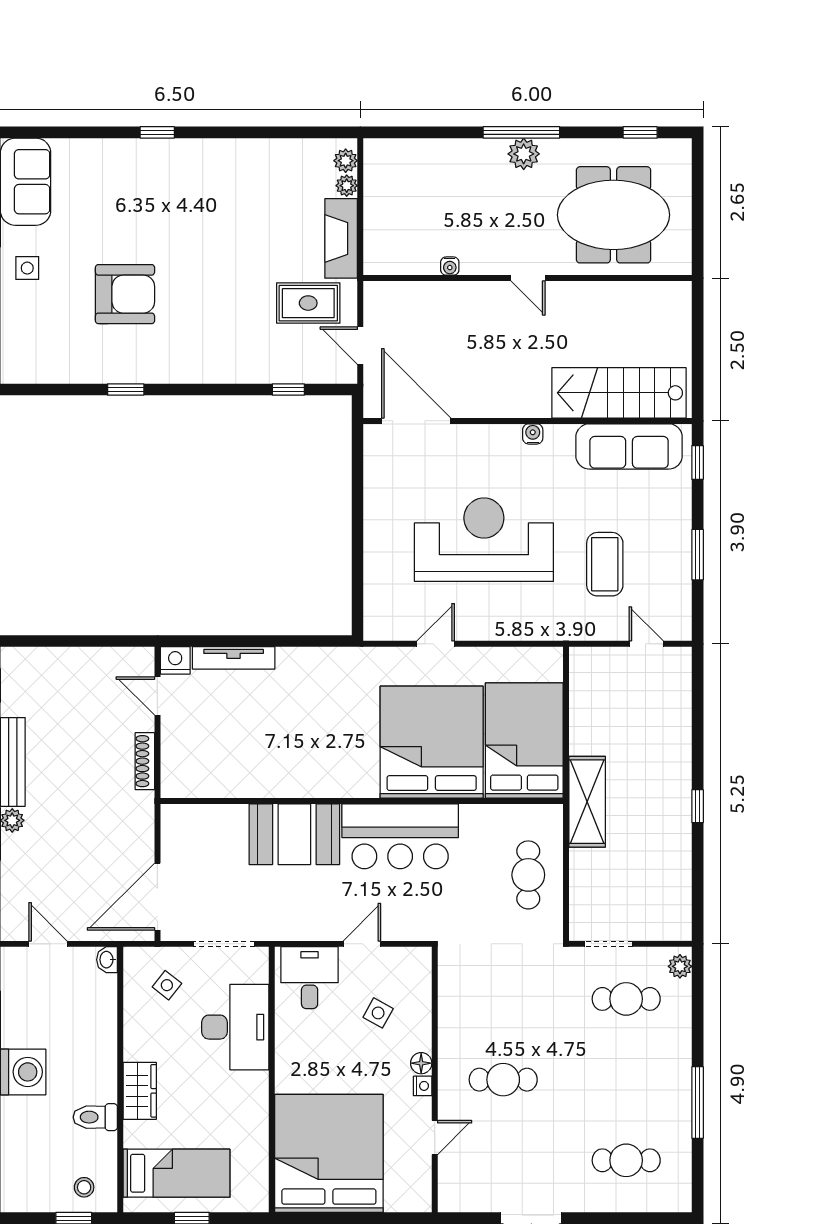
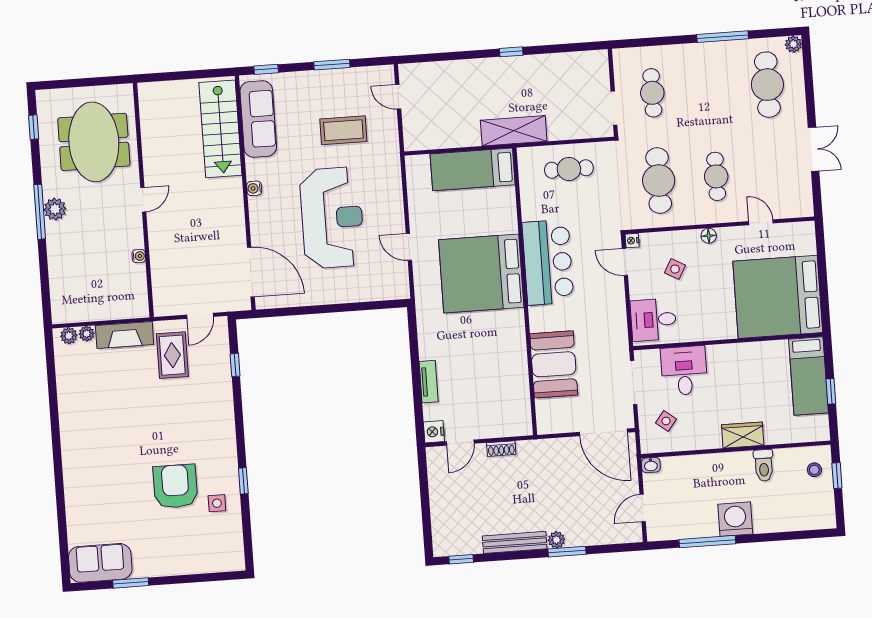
window: (157, 132) -> (58, 472), removed
side table: (27, 268) -> (217, 503), moved
door: (416, 421) -> (251, 272), swing flipped
reception desk: (484, 540) -> (332, 218), turned 180
door: (646, 644) -> (398, 97), hinge flipped
tv unit: (234, 658) -> (429, 382), width x0.71
bed: (524, 741) -> (473, 169), width x0.67
bed: (432, 742) -> (481, 273), moved
shoe rack: (145, 761) -> (501, 449), width x0.70
booth: (294, 834) -> (554, 364), moved
door: (362, 944) -> (625, 262), moved
plant: (680, 966) -> (793, 44), moved
cafe table: (503, 999) -> (659, 181), added
desk: (235, 1027) -> (684, 371), width x0.73
nightstand: (423, 1086) -> (632, 241), moved, turned -90
cafe table: (626, 1160) -> (767, 85), width x1.37, depth x1.35
bed: (177, 1173) -> (808, 376), moved, turned 180

